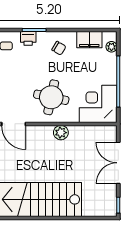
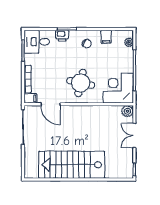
filing cabinet: (89, 40) -> (106, 37), width x0.50
plant: (61, 133) -> (127, 111), moved
double door: (118, 163) -> (134, 135), width x0.73

